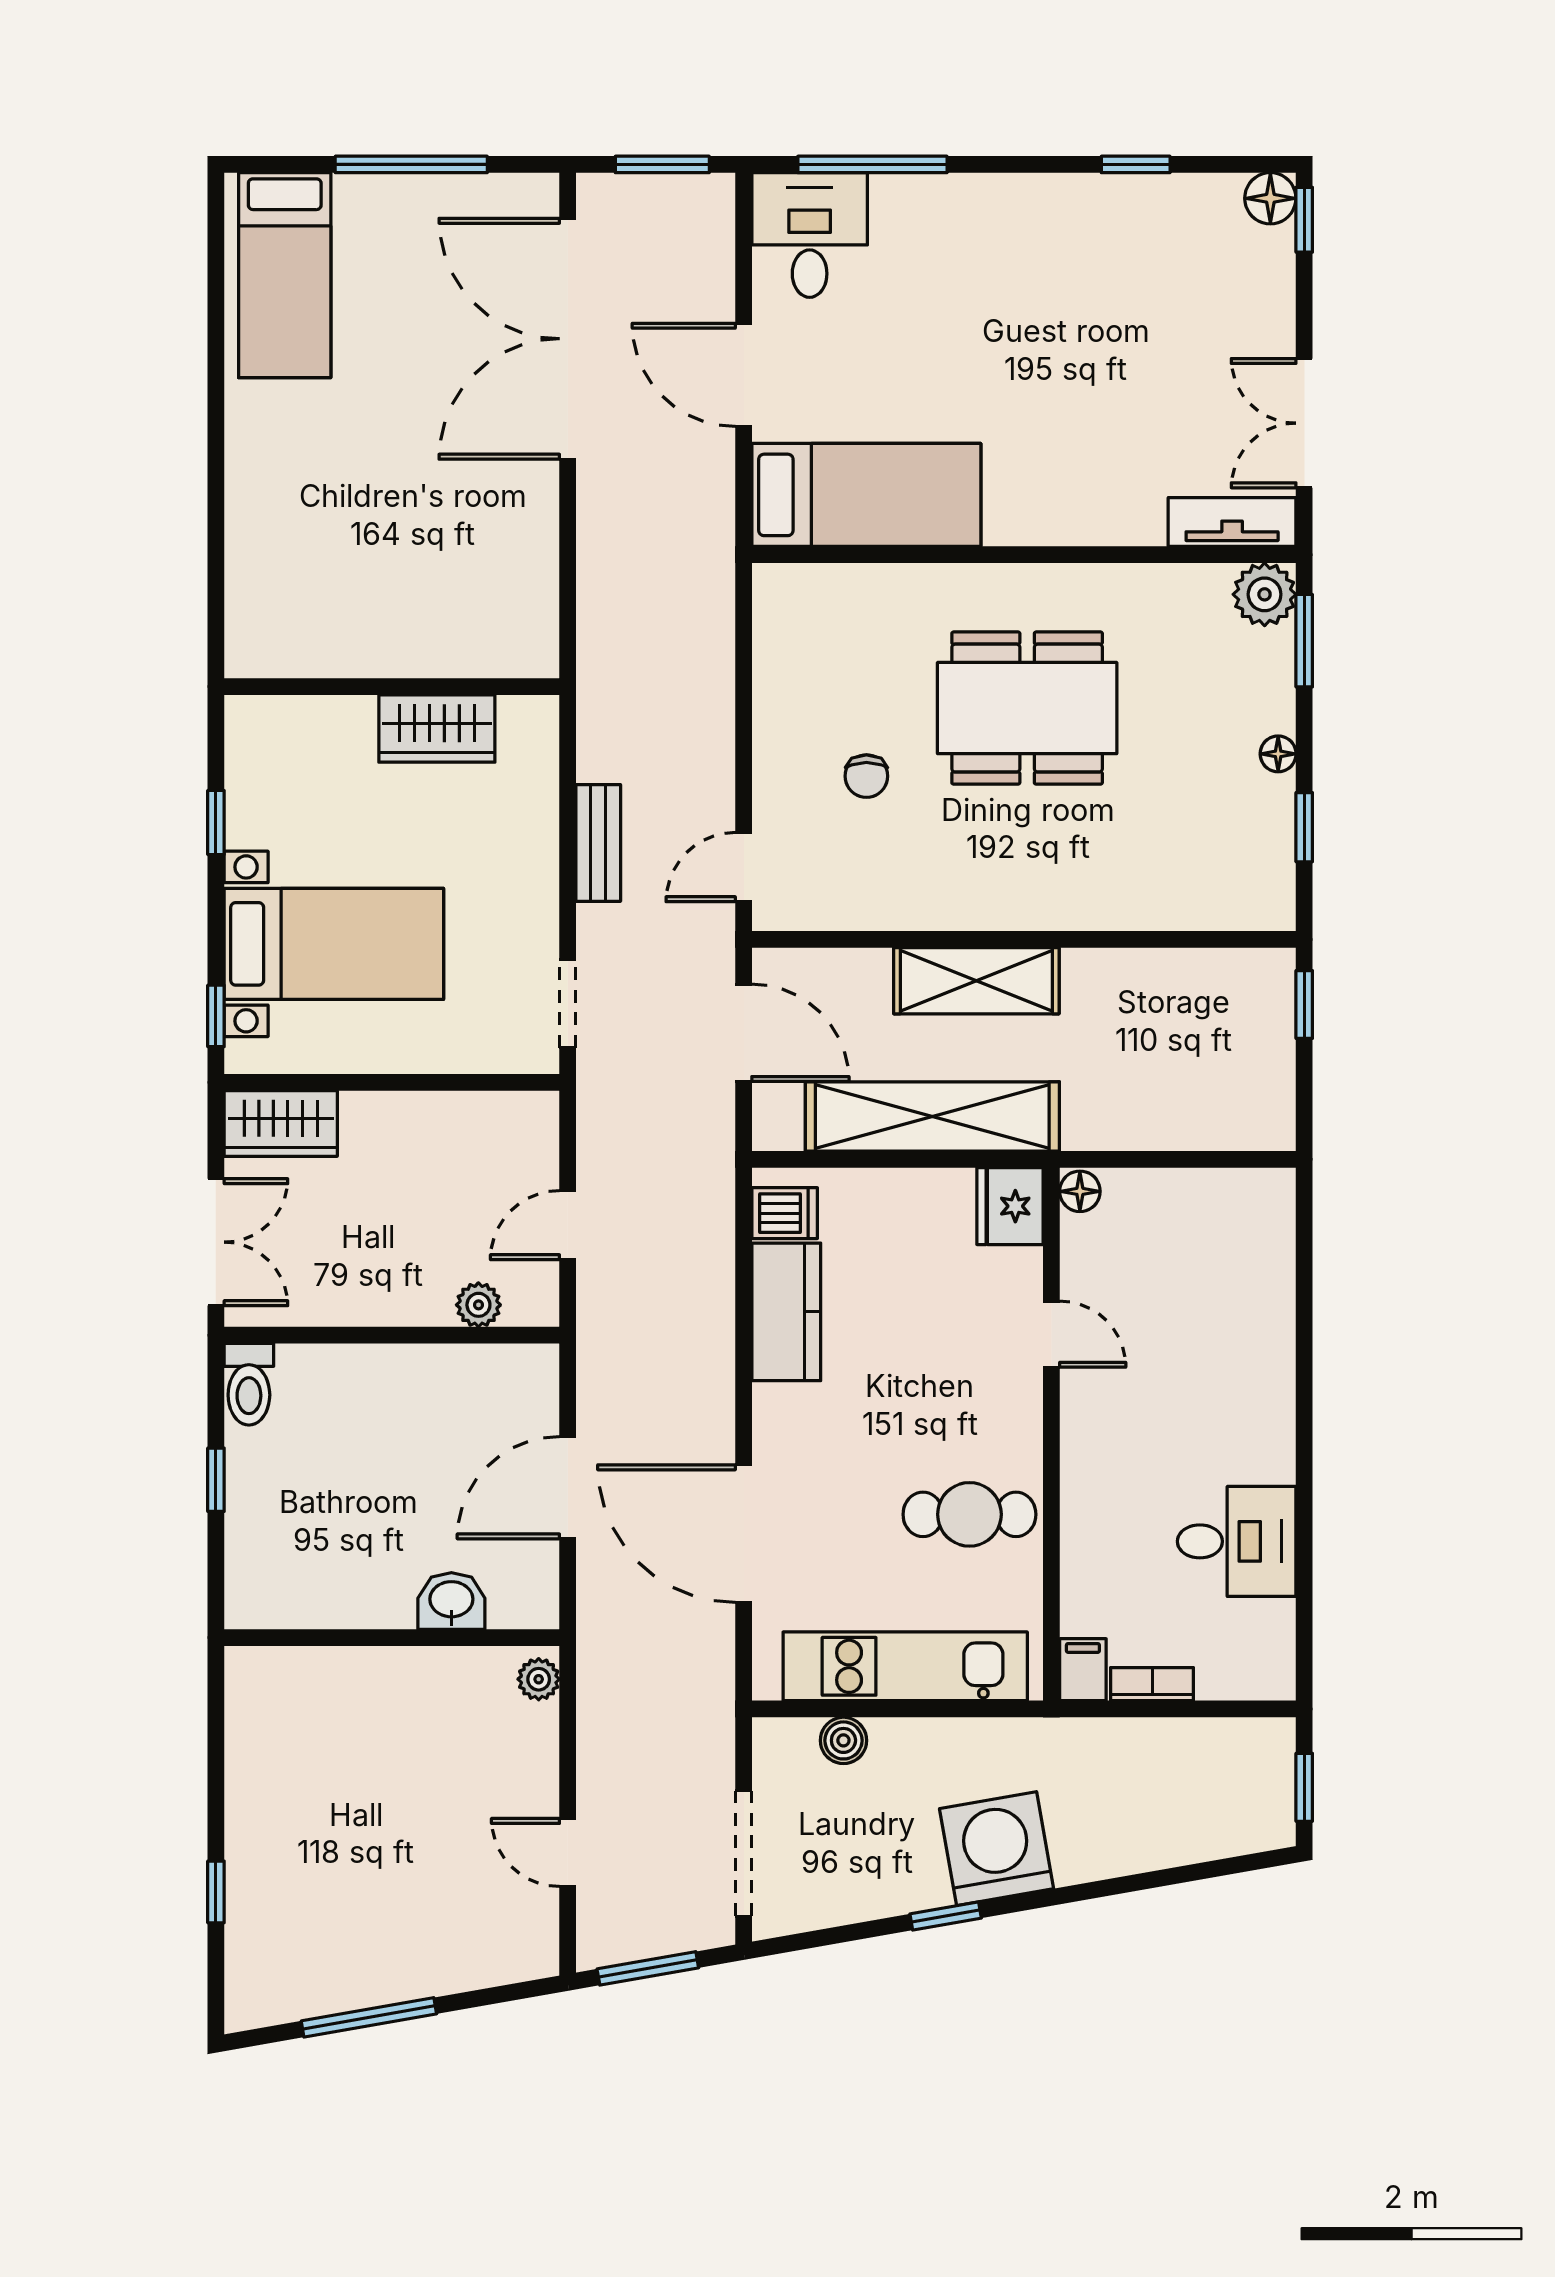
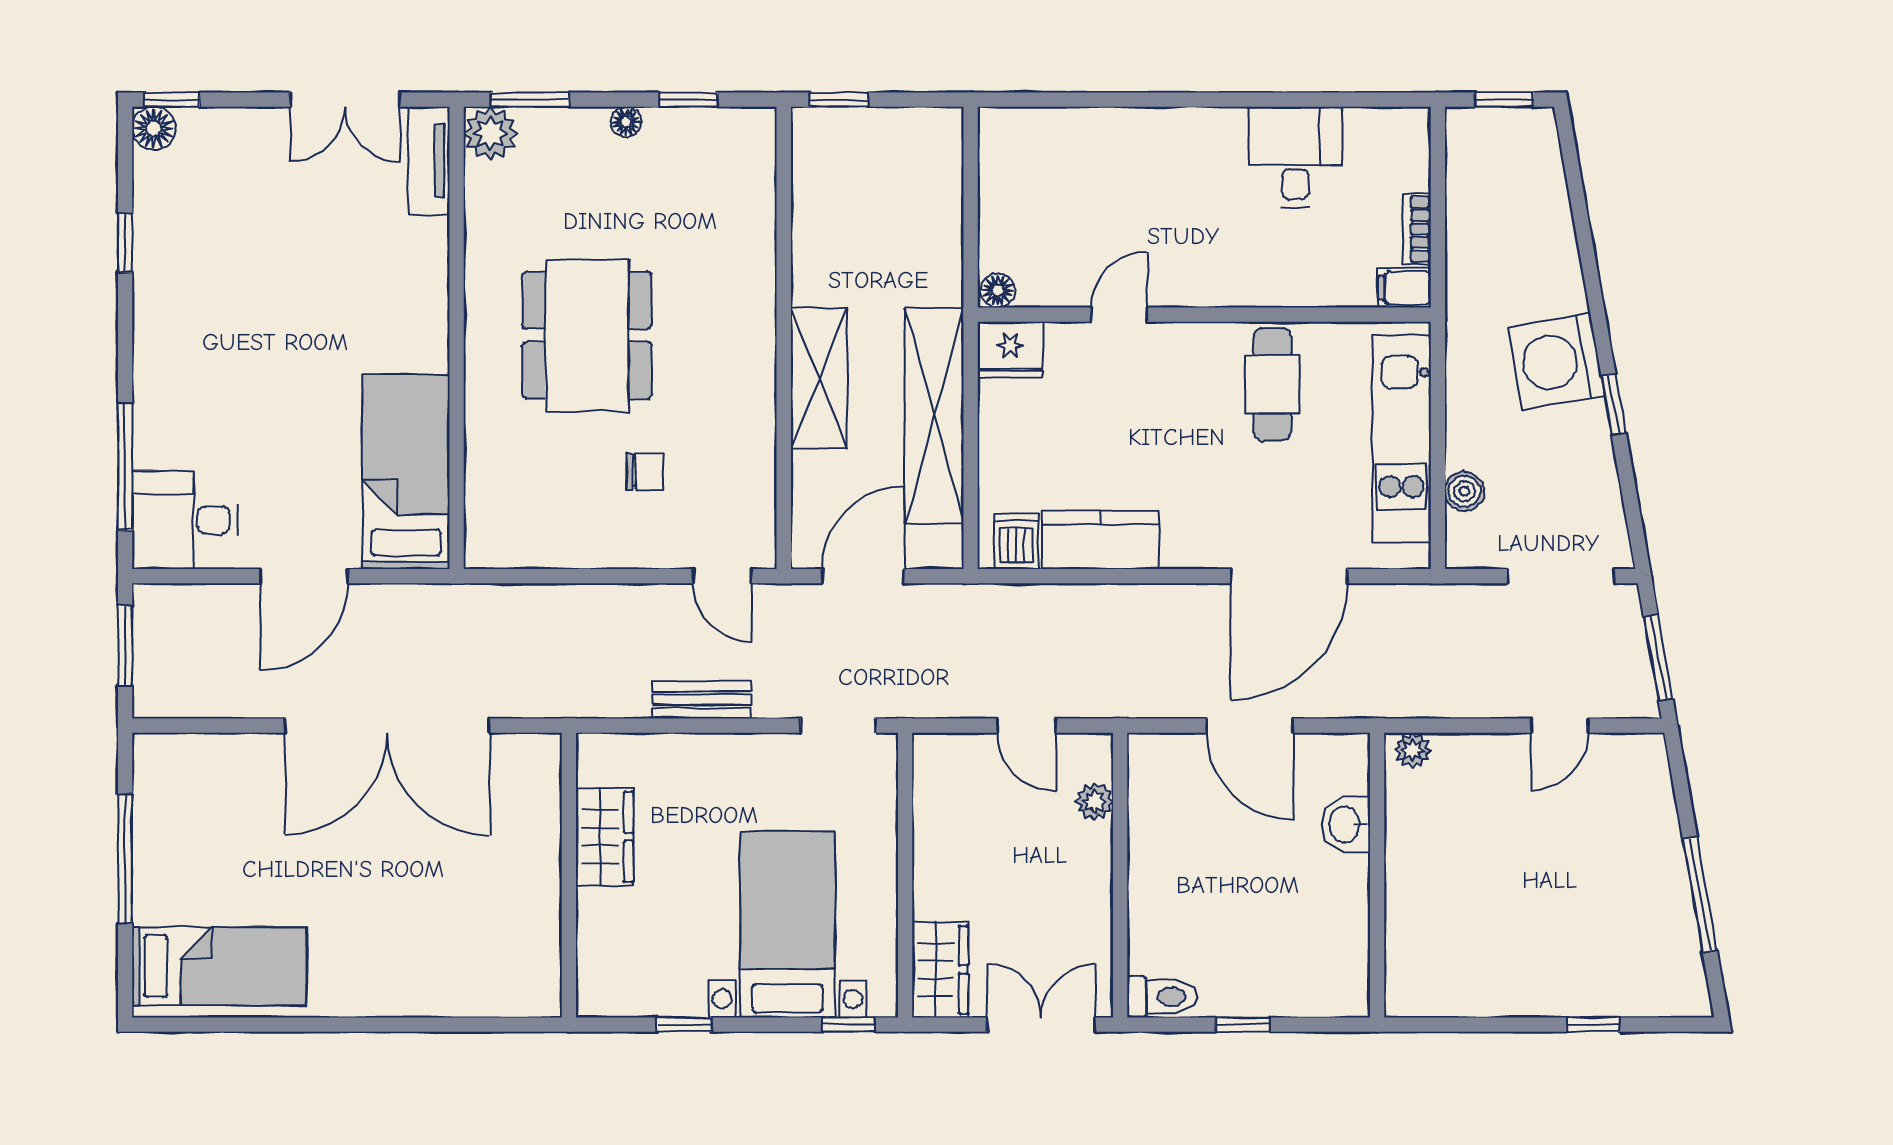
double door: (568, 339) -> (387, 726), moved

